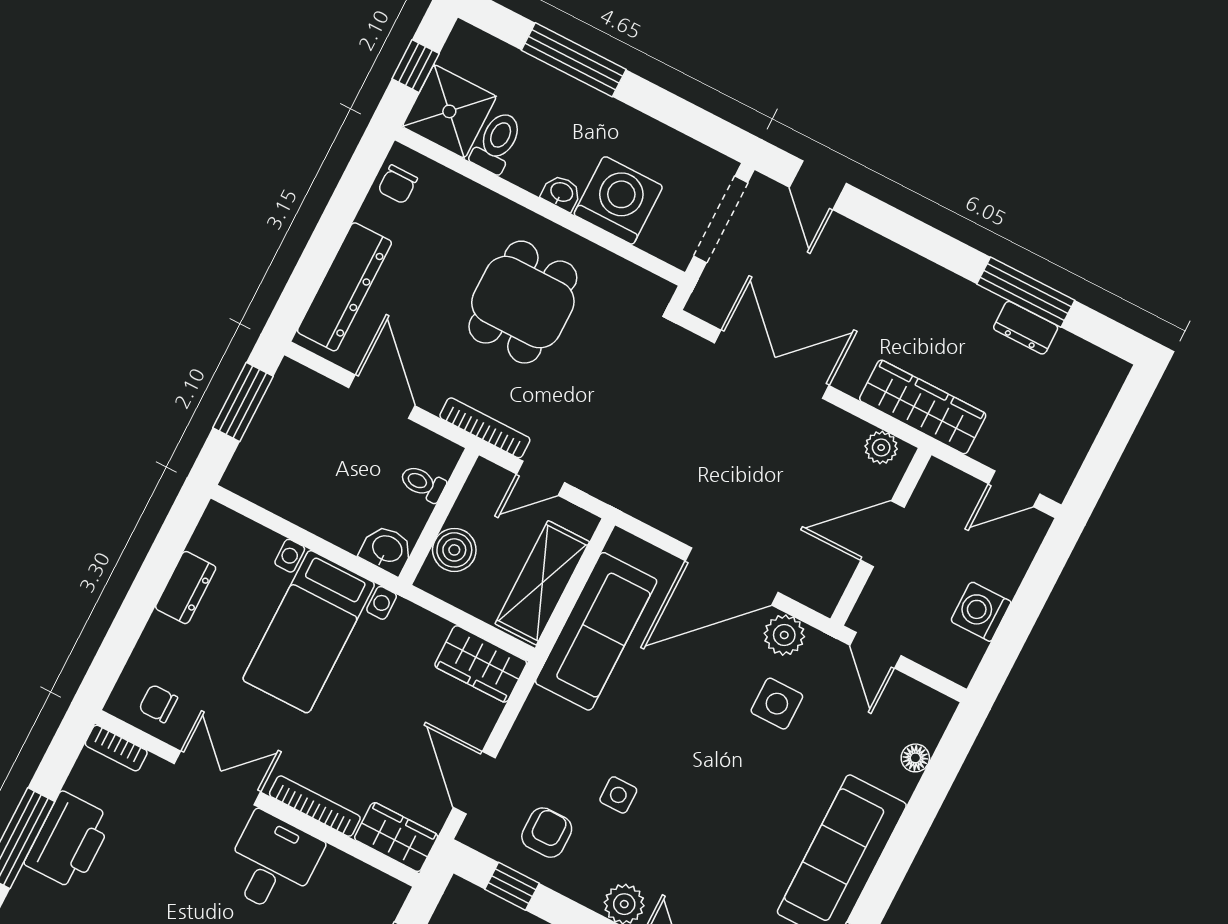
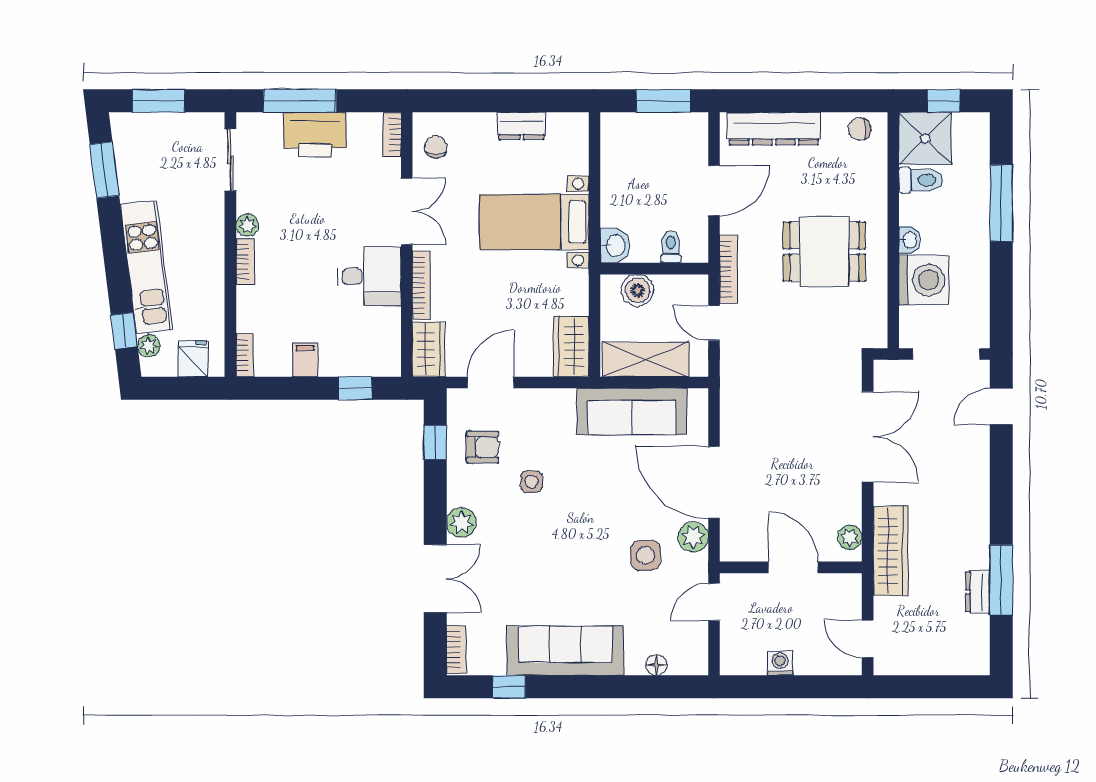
washing machine: (981, 611) -> (780, 663), width x0.73, depth x0.73

